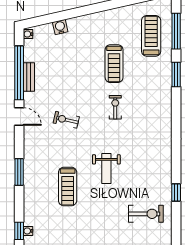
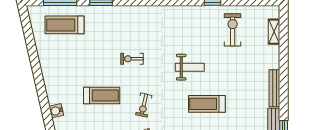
treadmill: (114, 64) -> (102, 95), moved
treadmill: (68, 187) -> (207, 104), turned 180

